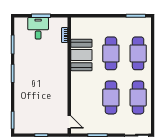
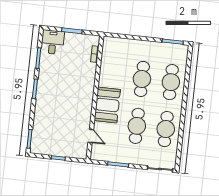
desk: (38, 28) -> (53, 42), moved
booth: (81, 55) -> (107, 105), moved
door: (69, 122) -> (91, 136), moved

